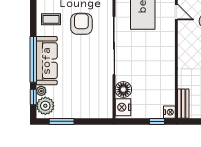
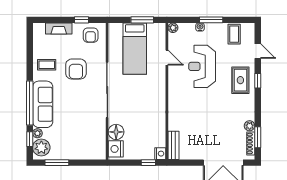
armchair: (81, 24) -> (76, 69), turned 180

